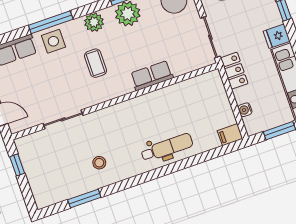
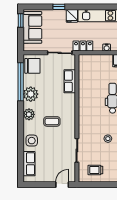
window: (51, 22) -> (21, 138), removed
row of seats: (152, 76) -> (70, 81), moved
trolley: (42, 160) -> (95, 170), added
window: (17, 165) -> (93, 185), removed

